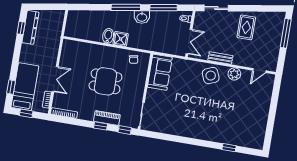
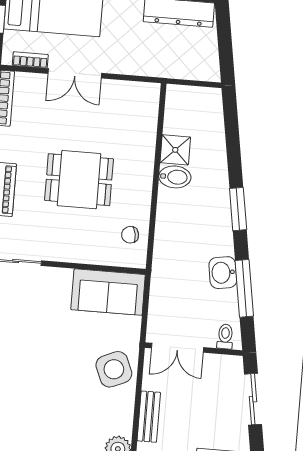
window: (126, 7) -> (238, 209), width x0.69
washbasin: (142, 17) -> (223, 273), moved
shower: (121, 39) -> (175, 150), moved
side table: (211, 76) -> (114, 369), moved
dining table: (105, 81) -> (79, 180), turned 90

